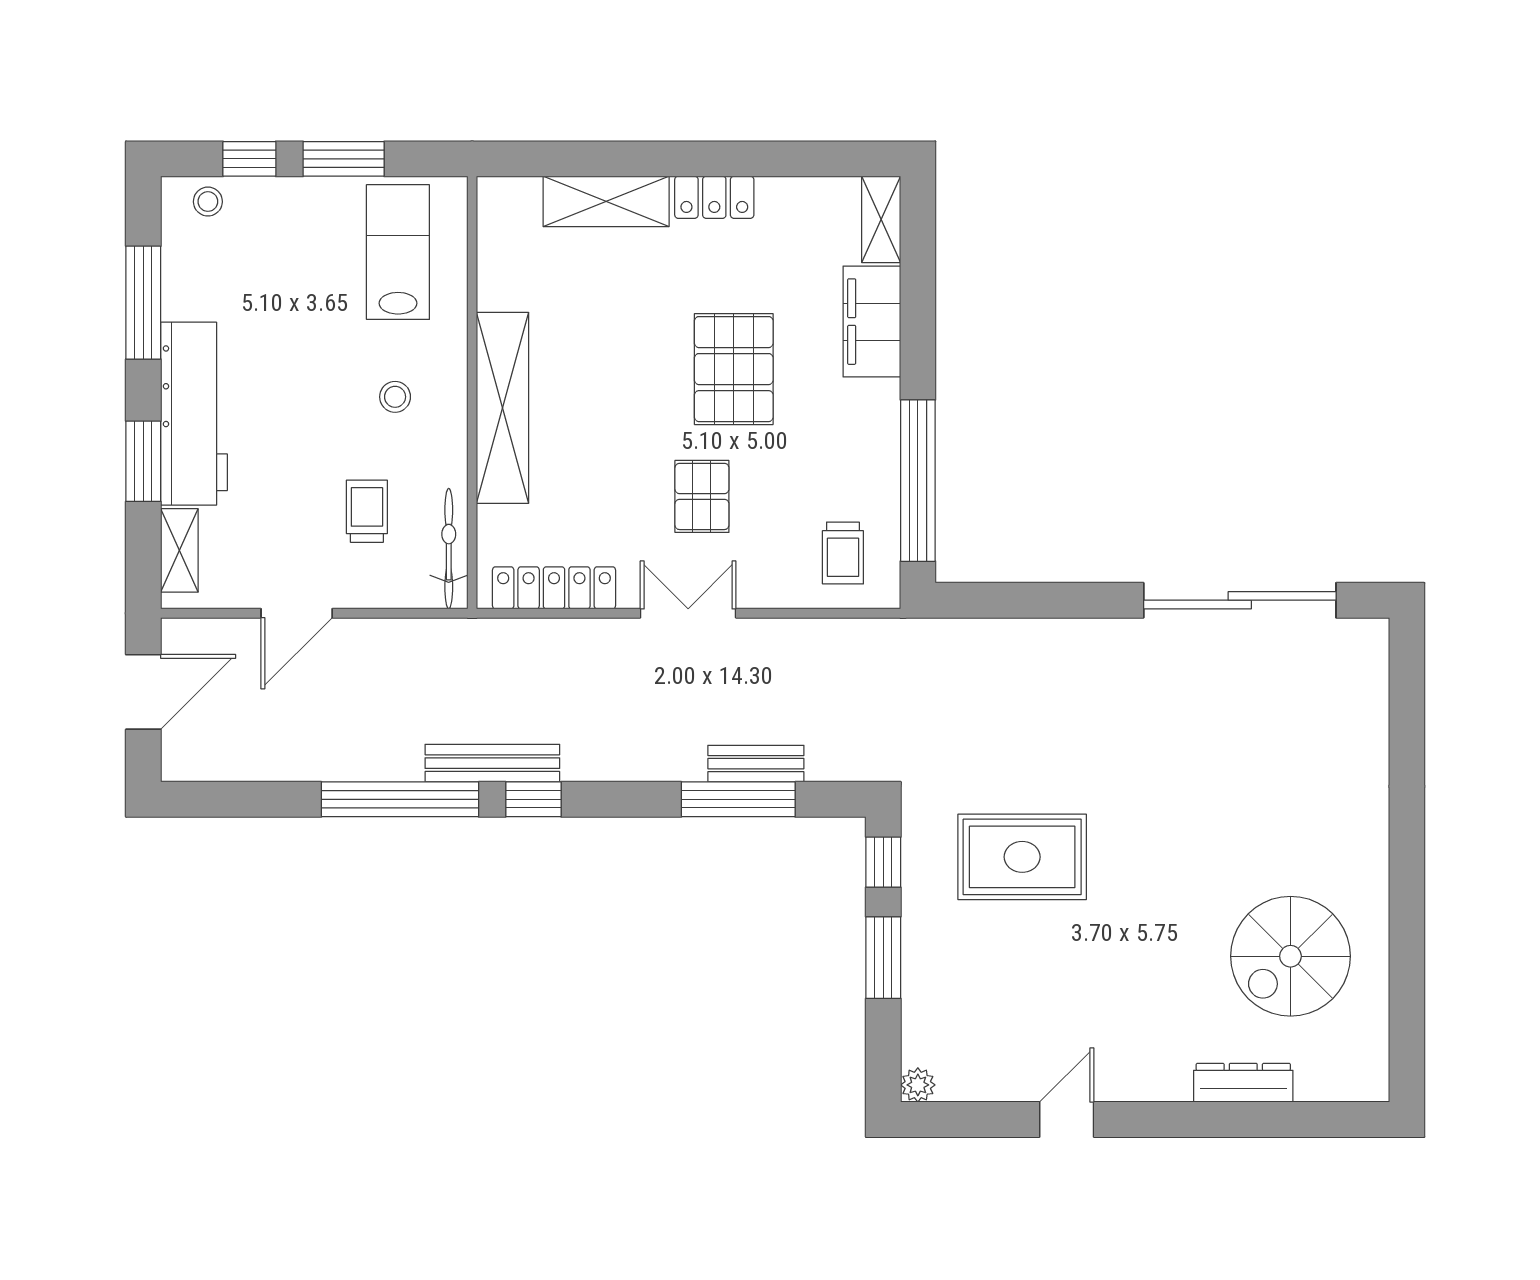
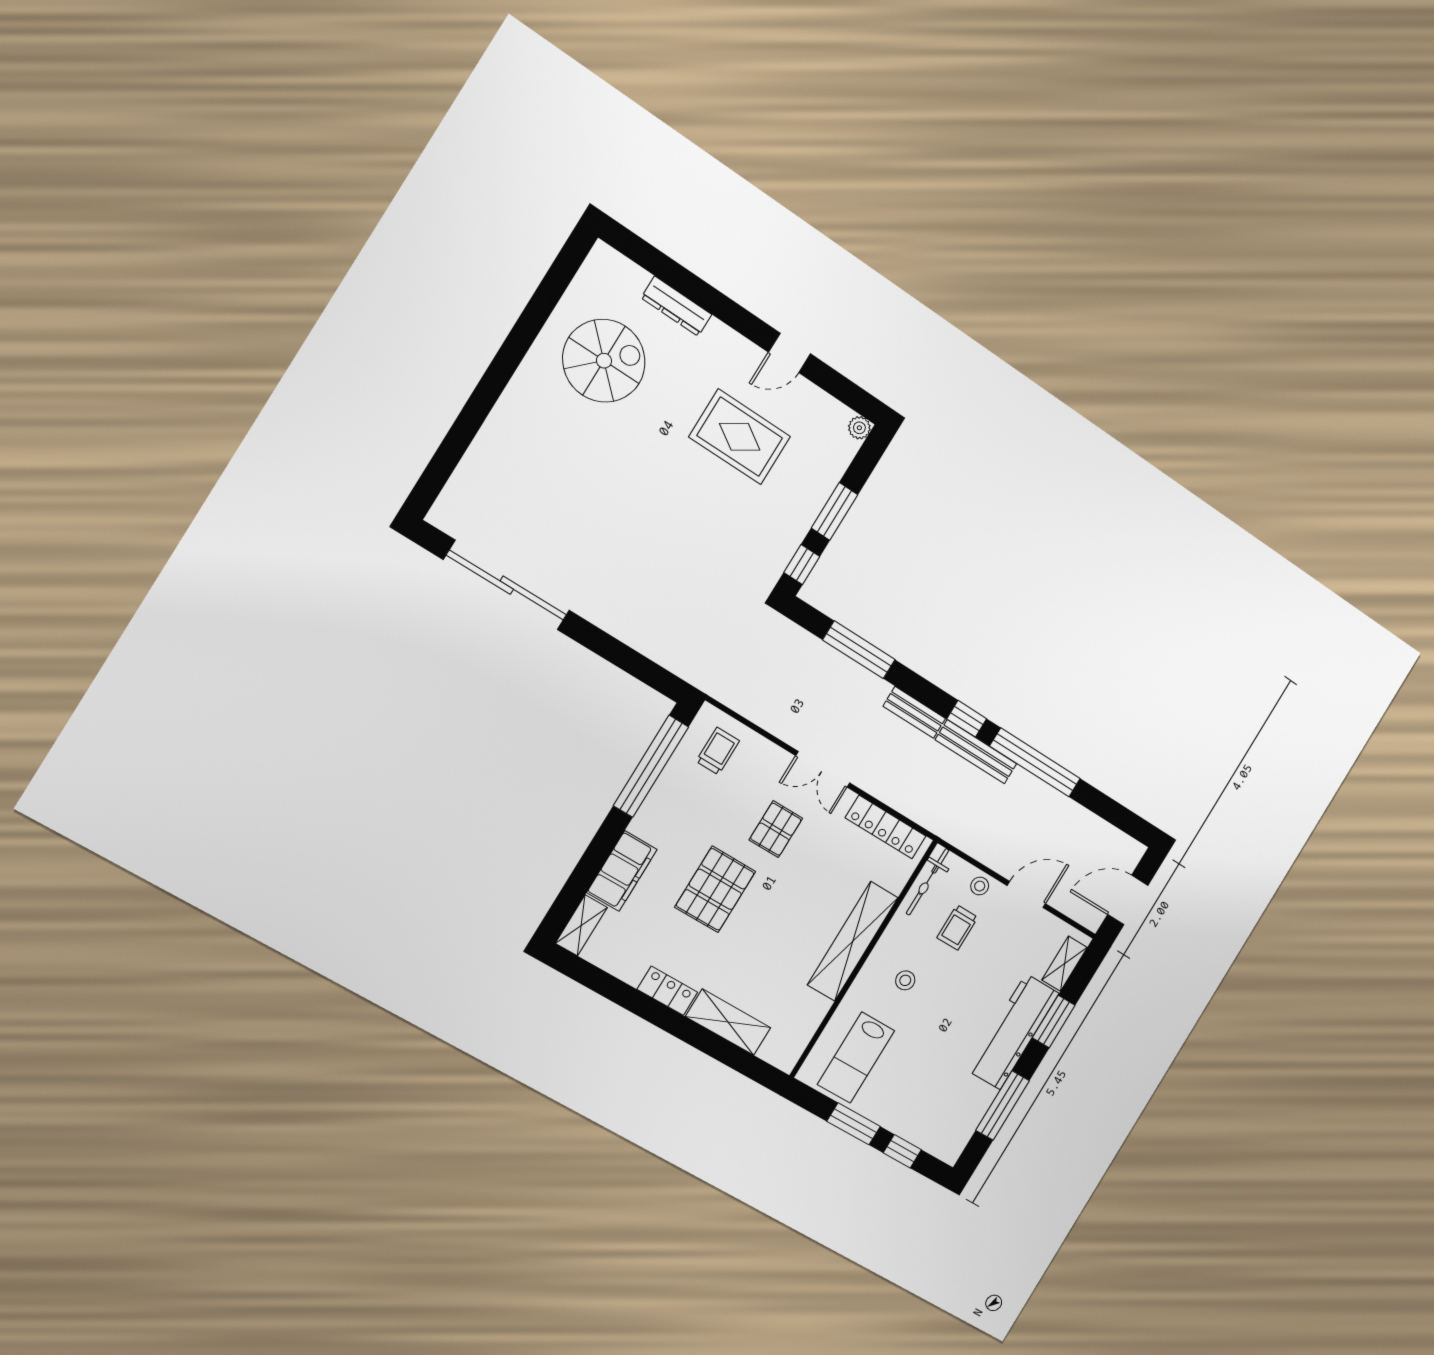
stool: (208, 202) -> (980, 886), moved
bench: (756, 764) -> (914, 712), moved
rug: (1022, 857) -> (740, 437), moved

